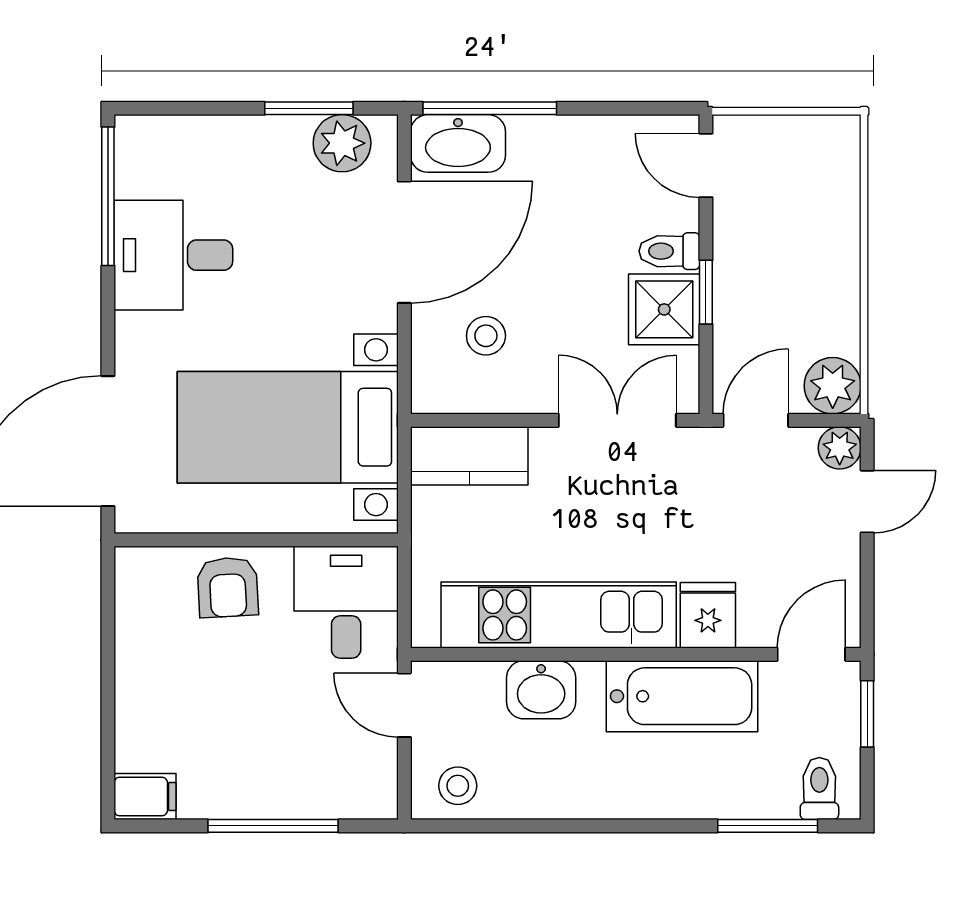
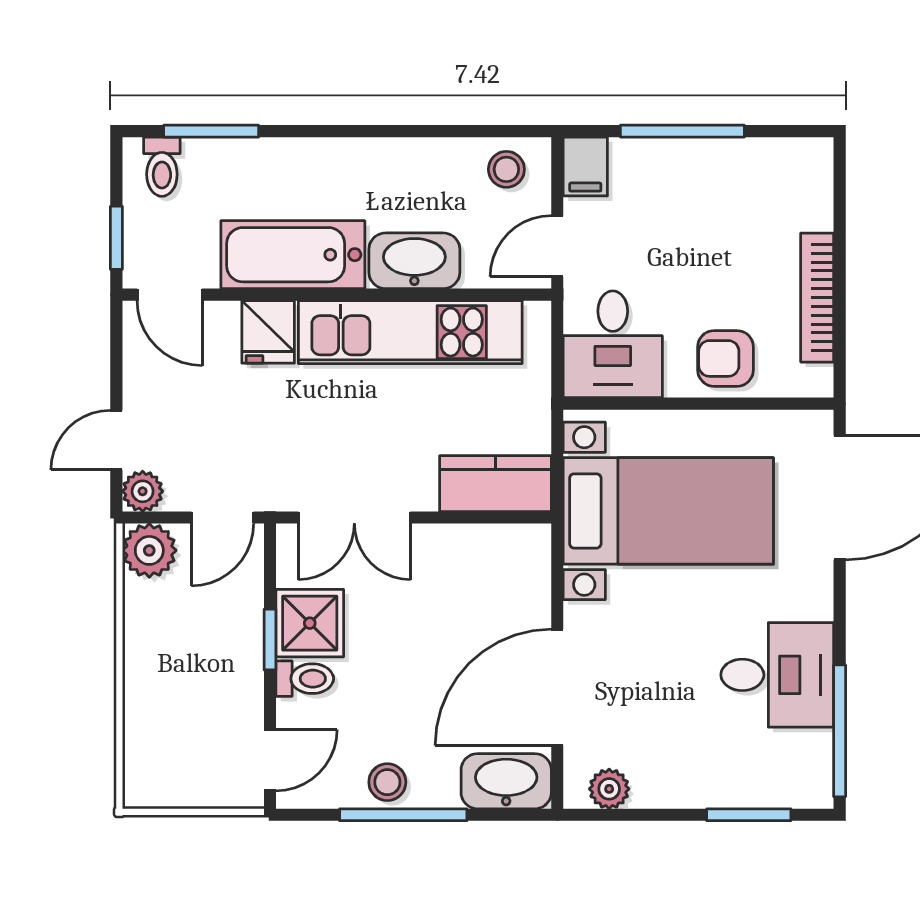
window: (309, 108) -> (749, 815), moved
window: (490, 108) -> (403, 815), moved
plant: (342, 143) -> (609, 789), width x0.73, depth x0.73
door: (706, 165) -> (270, 760), hinge flipped
stool: (486, 336) -> (387, 782), moved
armchair: (228, 587) -> (726, 358), turned -87
bookcase: (131, 651) -> (817, 298), added
door: (811, 654) -> (170, 295), hinge flipped
washbasin: (541, 690) -> (414, 261), width x1.38
door: (404, 705) -> (557, 246), swing flipped
filing cabinet: (145, 796) -> (585, 166), moved, turned -90

